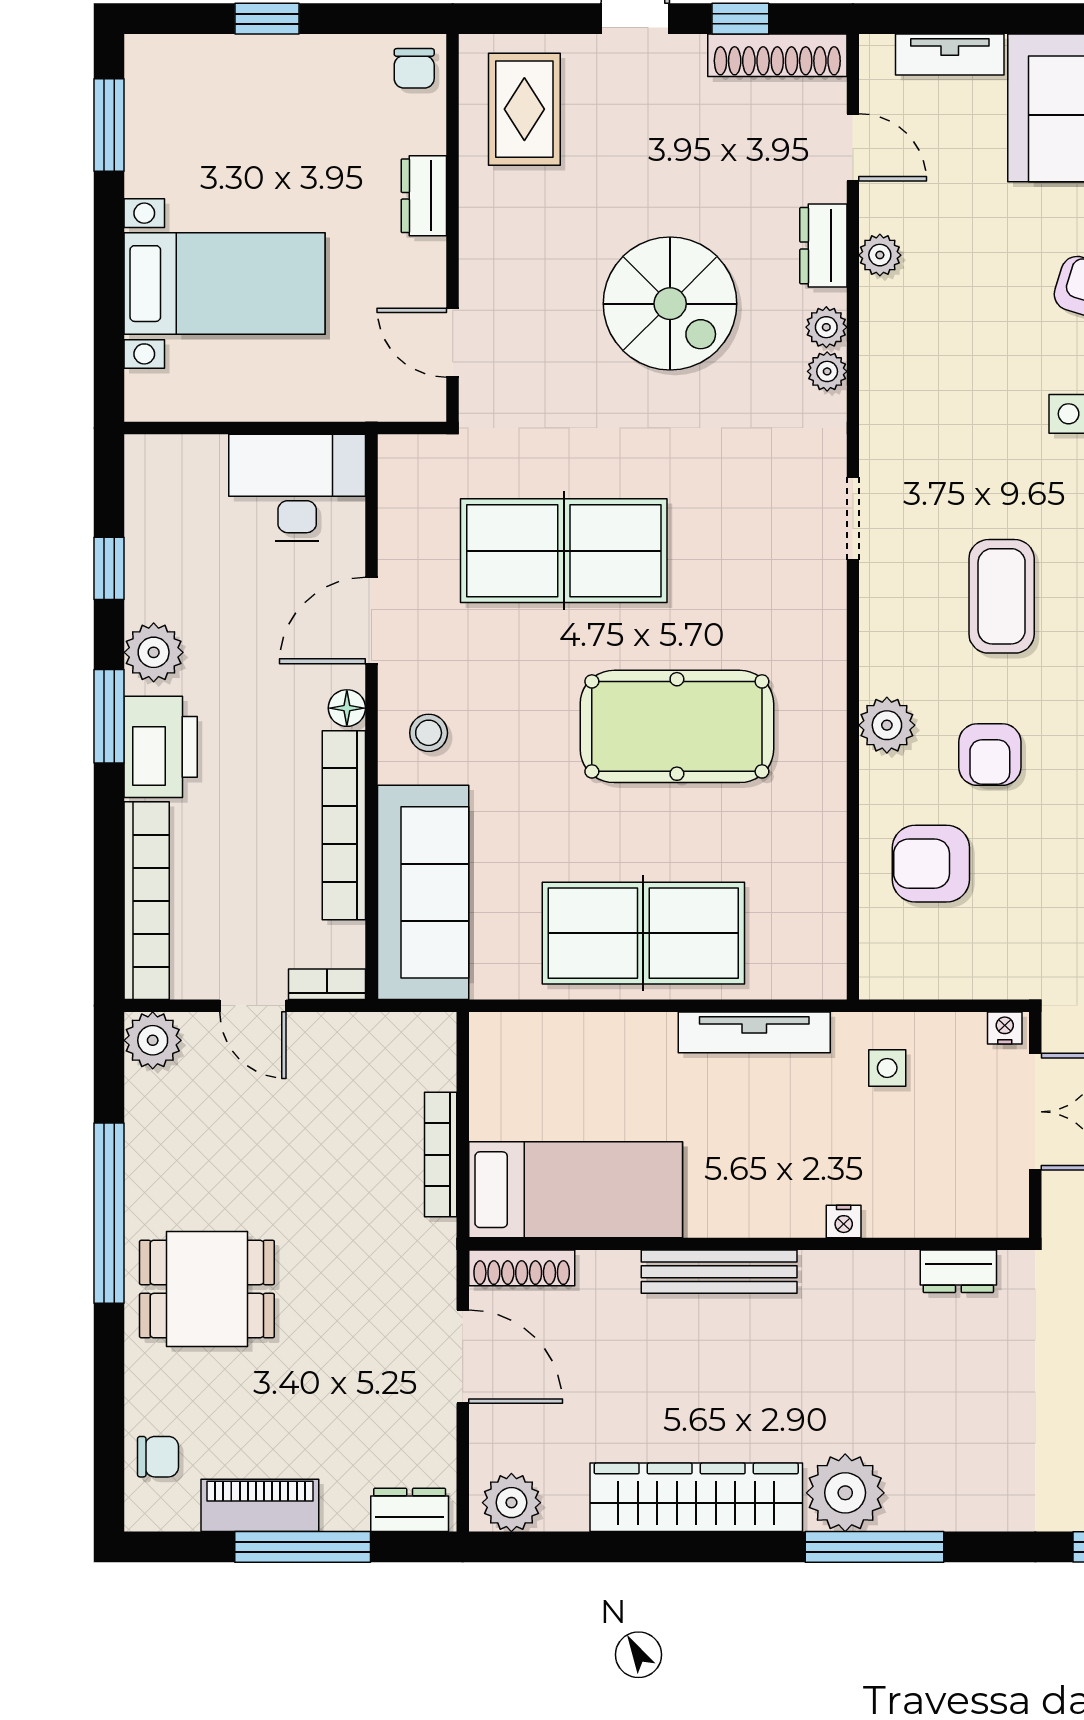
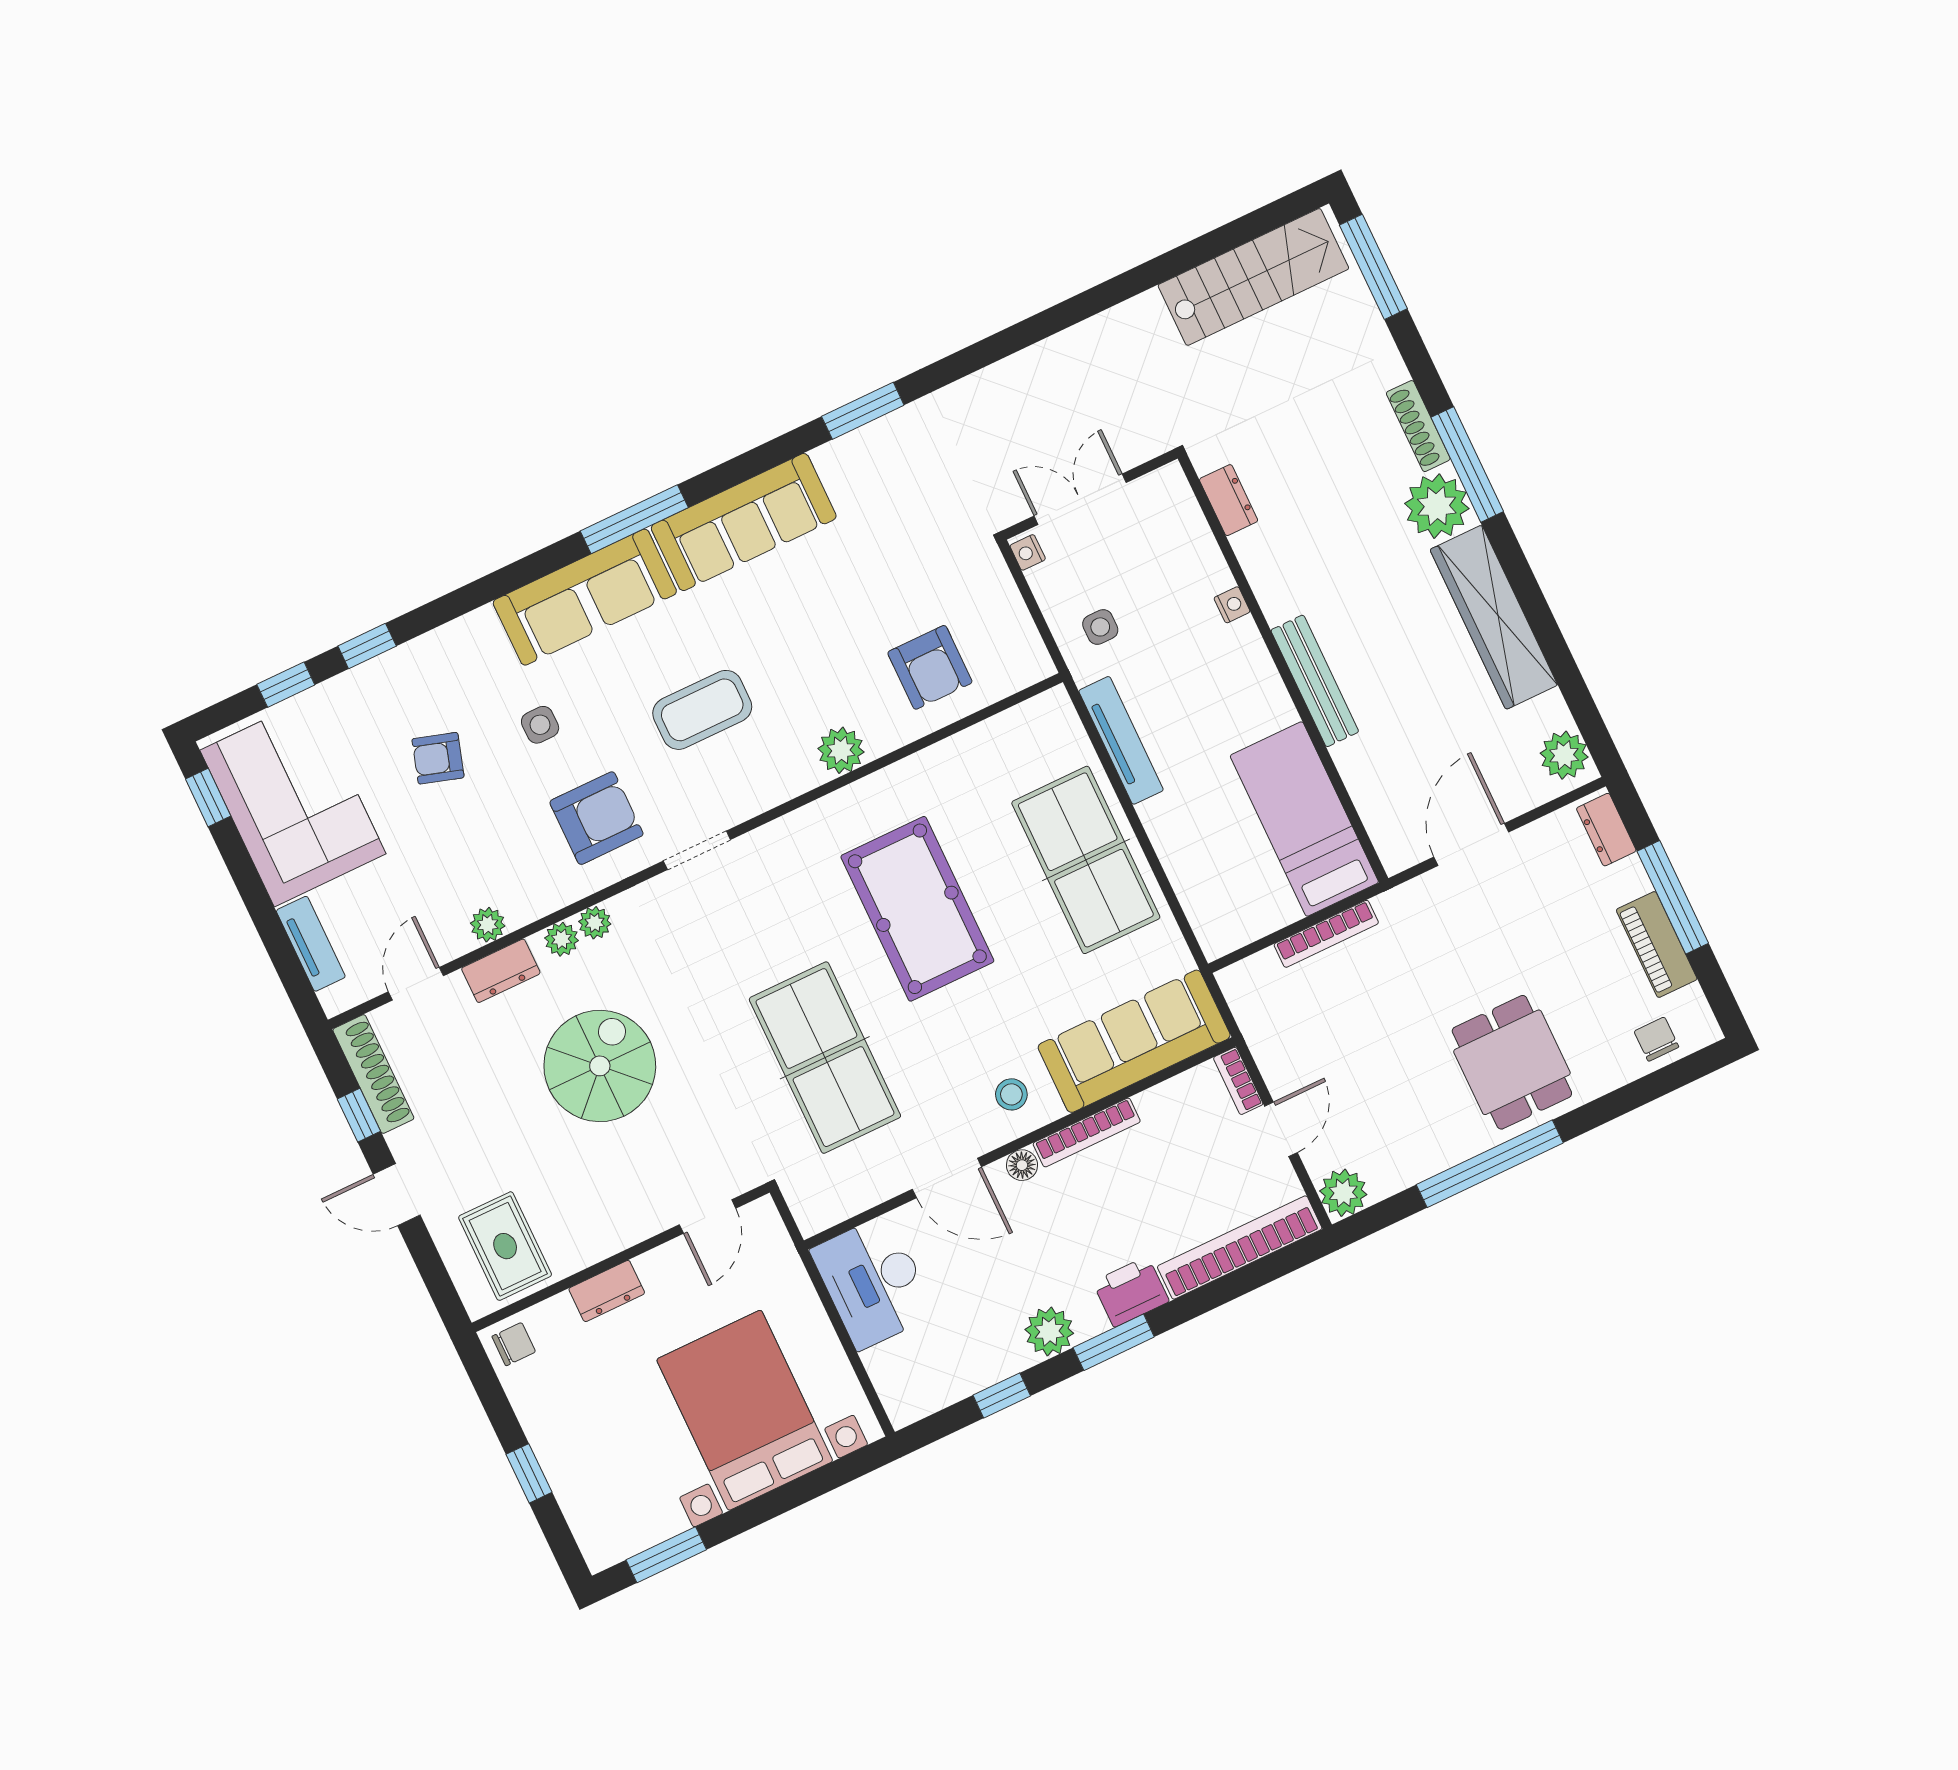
rug: (524, 109) -> (505, 1246), turned 90
bed with nightstands: (225, 284) -> (745, 1410), width x1.36
printer: (161, 747) -> (1131, 1292), width x0.73, depth x0.84
armchair: (990, 755) -> (596, 818), moved, width x1.38, depth x1.38
bookcase: (344, 825) -> (1087, 1132), width x0.68, depth x0.76
shoe rack: (522, 1268) -> (1418, 426), moved, turned 180

